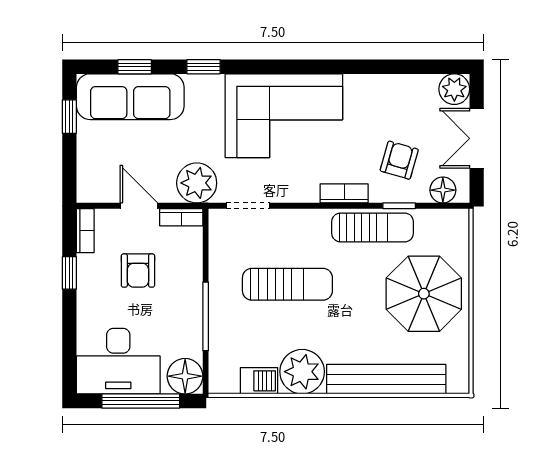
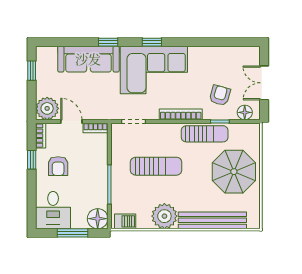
window: (135, 67) -> (152, 42), moved
plant: (454, 89) -> (251, 55), removed
sofa: (130, 97) -> (88, 59), moved
plant: (197, 183) -> (47, 108), moved
bookcase: (344, 193) -> (181, 114), width x1.56
armchair: (138, 271) -> (58, 166), moved
desk: (118, 361) -> (53, 210), width x0.73
barbecue: (259, 381) -> (125, 221), moved
window: (141, 401) -> (72, 233), width x0.69

